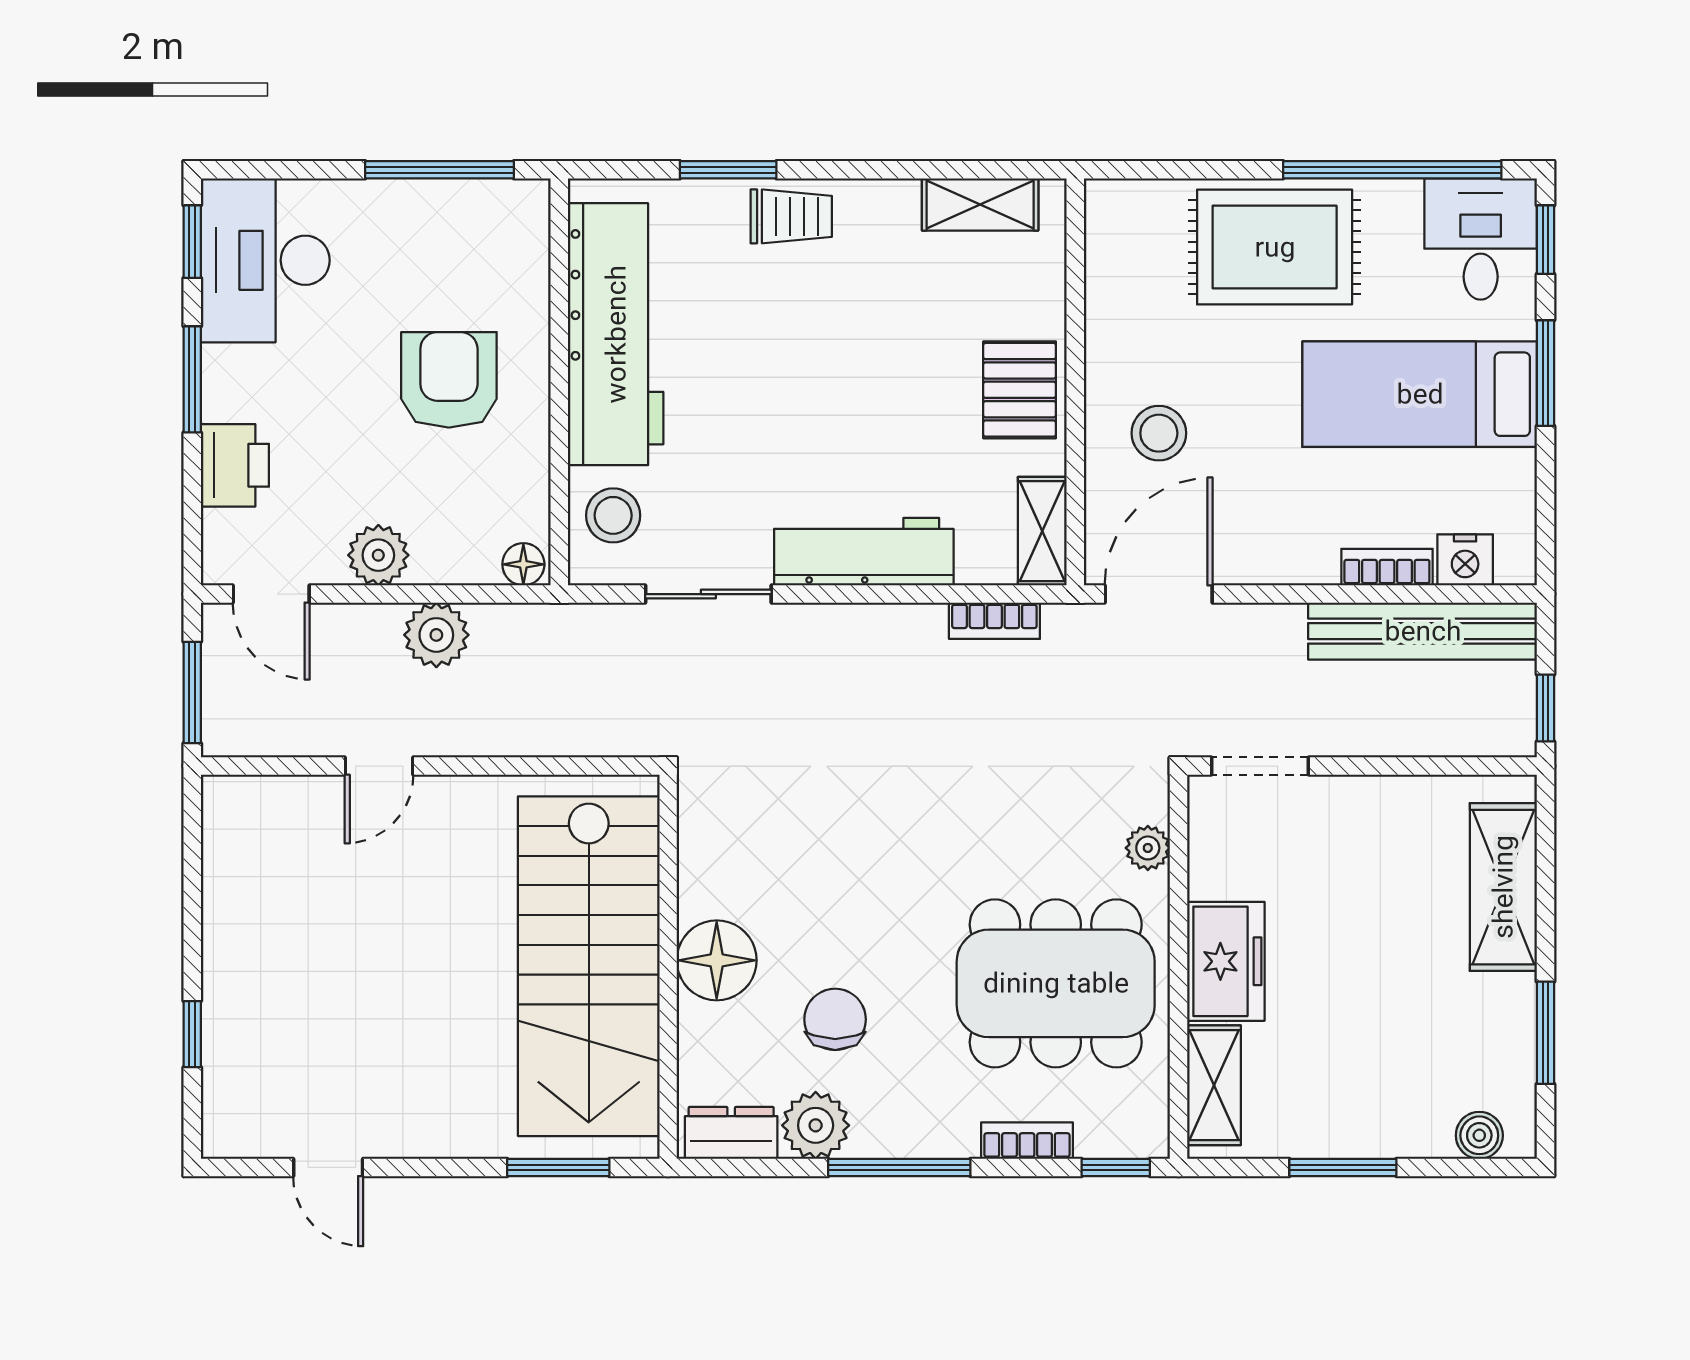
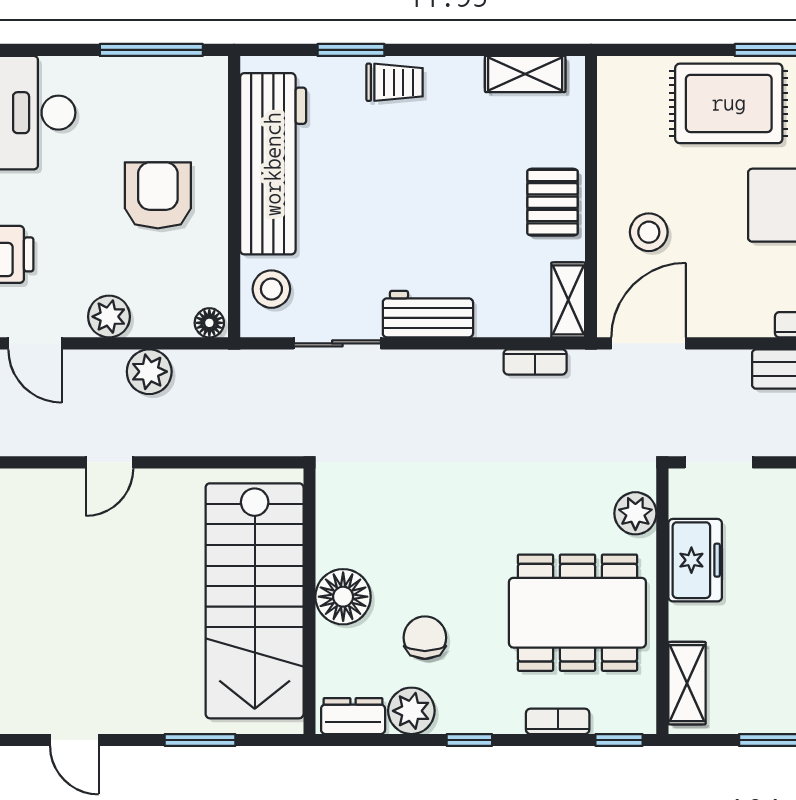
workbench: (864, 552) -> (428, 314), width x0.73
plant: (1148, 848) -> (635, 513), width x1.38, depth x1.38
freezer: (1226, 961) -> (695, 560), moved
window: (558, 1167) -> (200, 740), moved
window: (899, 1167) -> (469, 740), width x0.46

